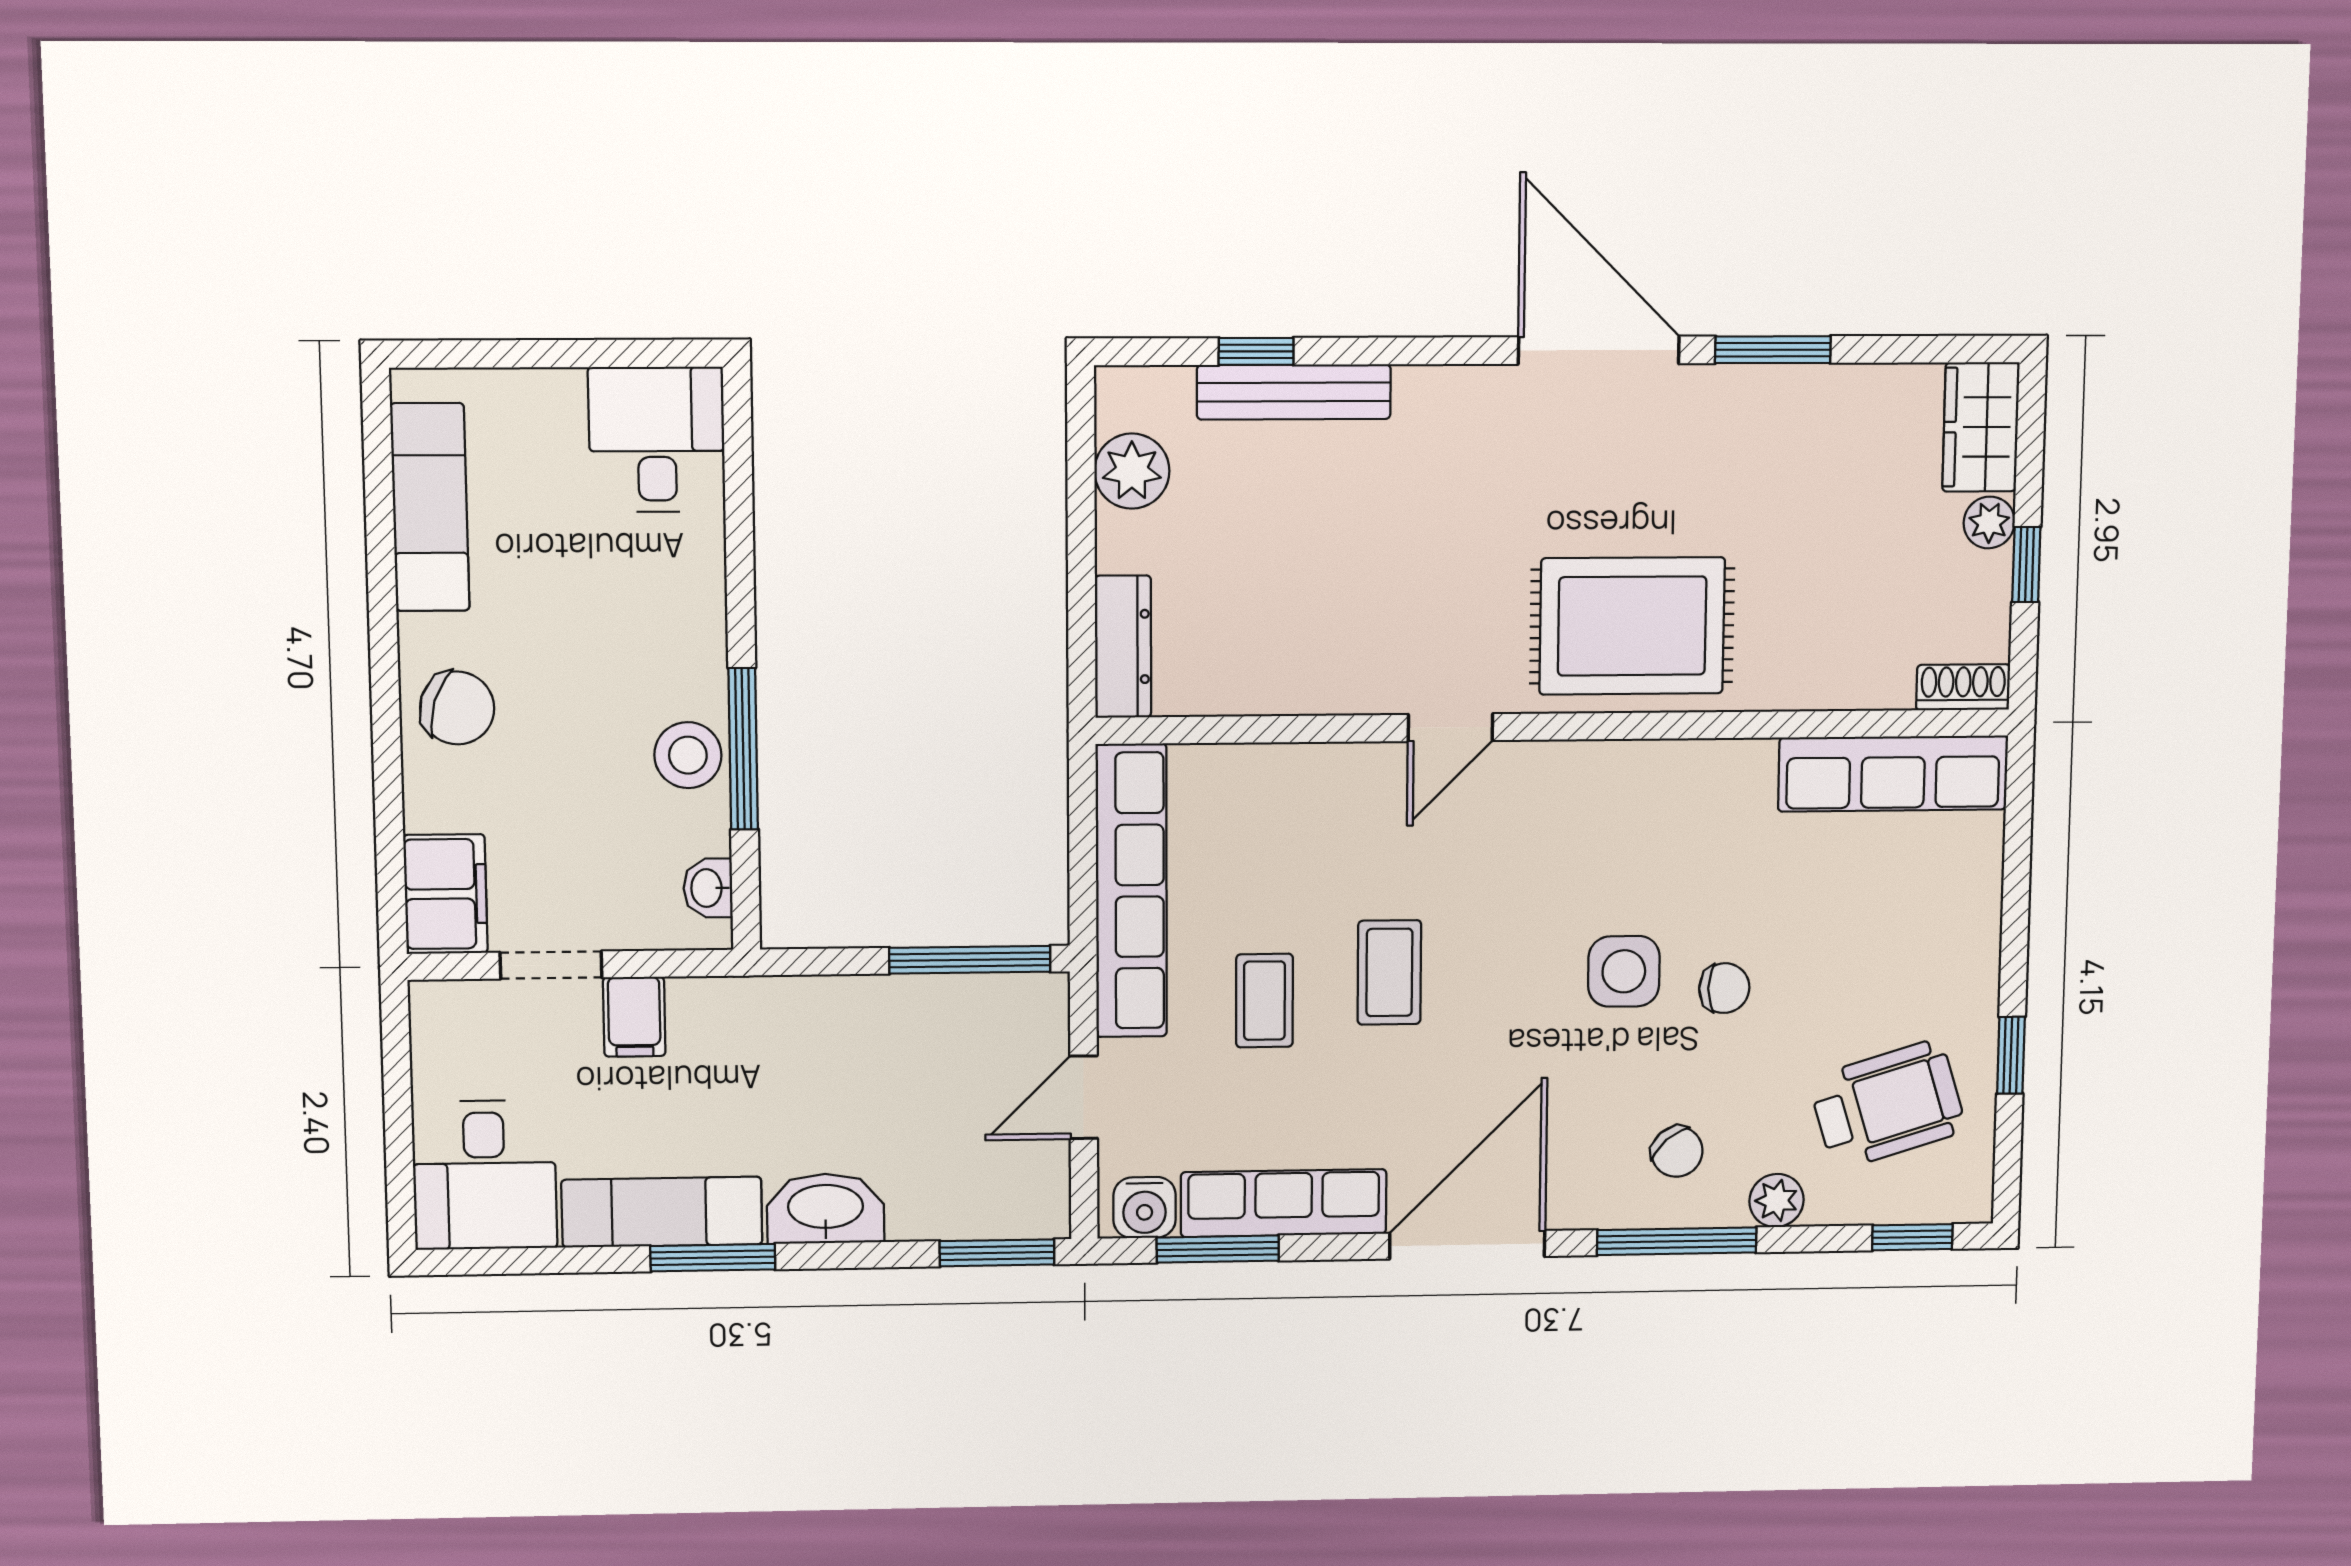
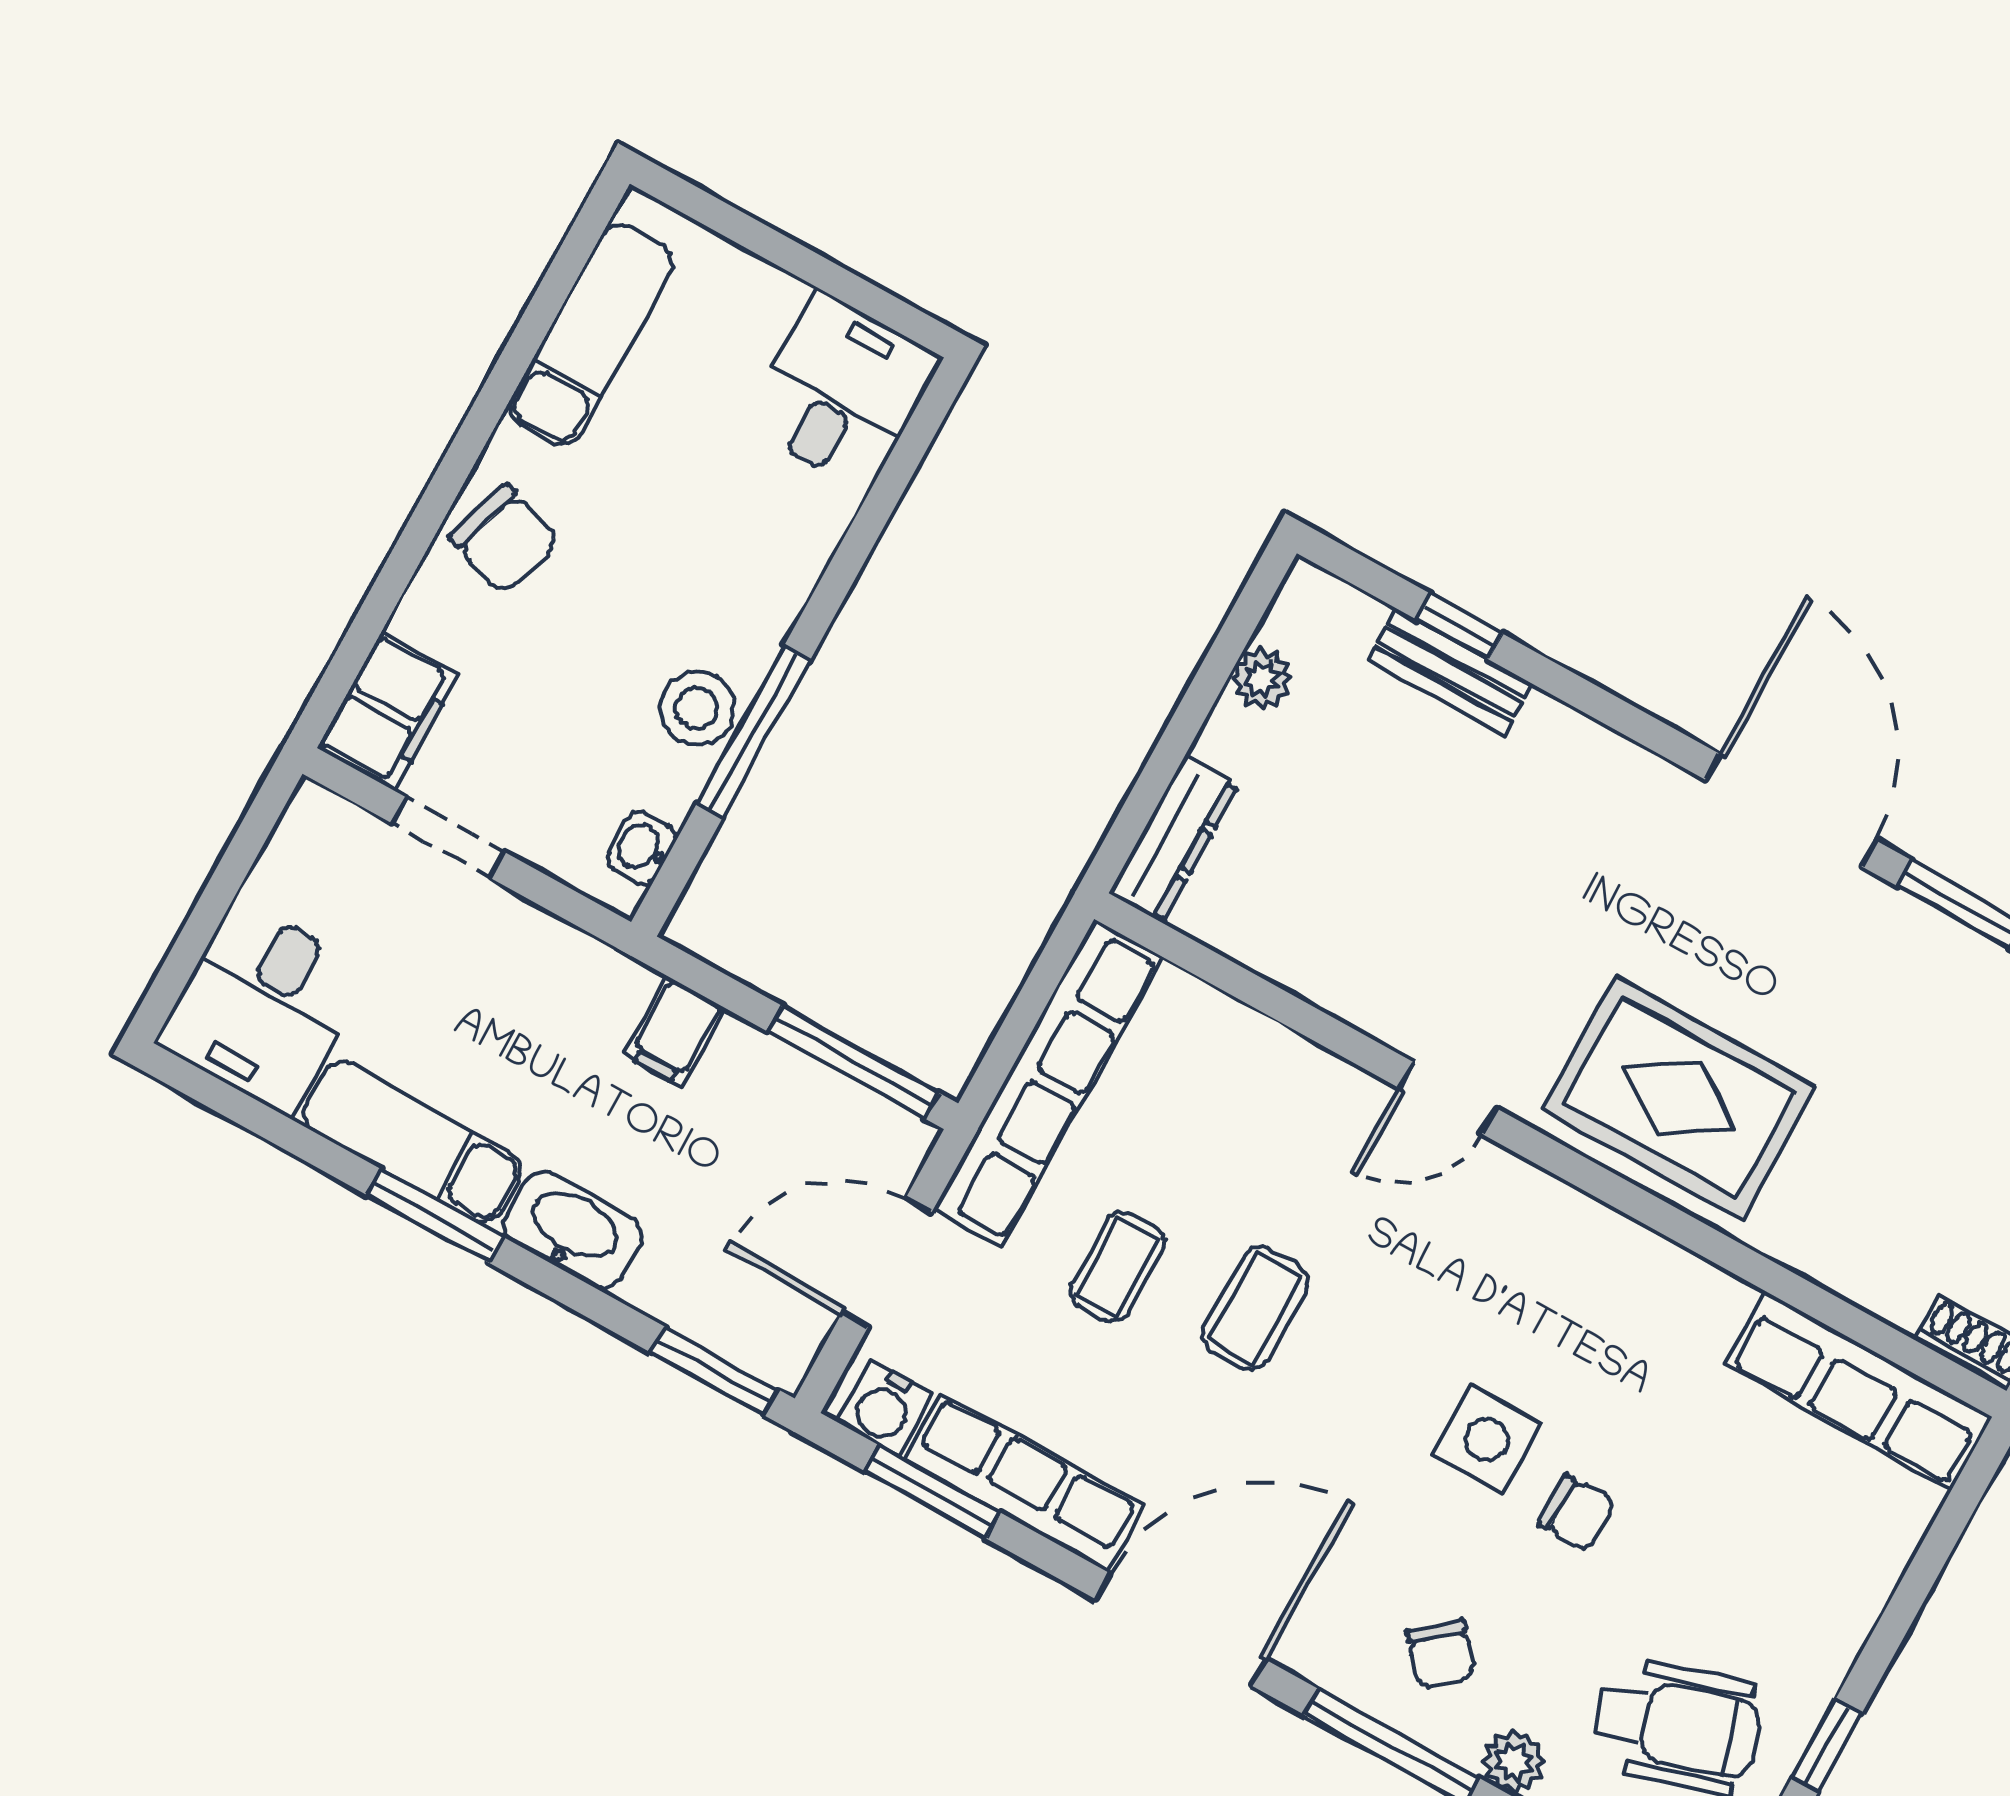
bench: (1294, 392) -> (1449, 672), width x0.73
plant: (1132, 471) -> (1262, 679), width x0.73, depth x0.73
filing cabinet: (634, 1017) -> (675, 1032), moved
door: (1084, 1097) -> (887, 1263), width x1.38

